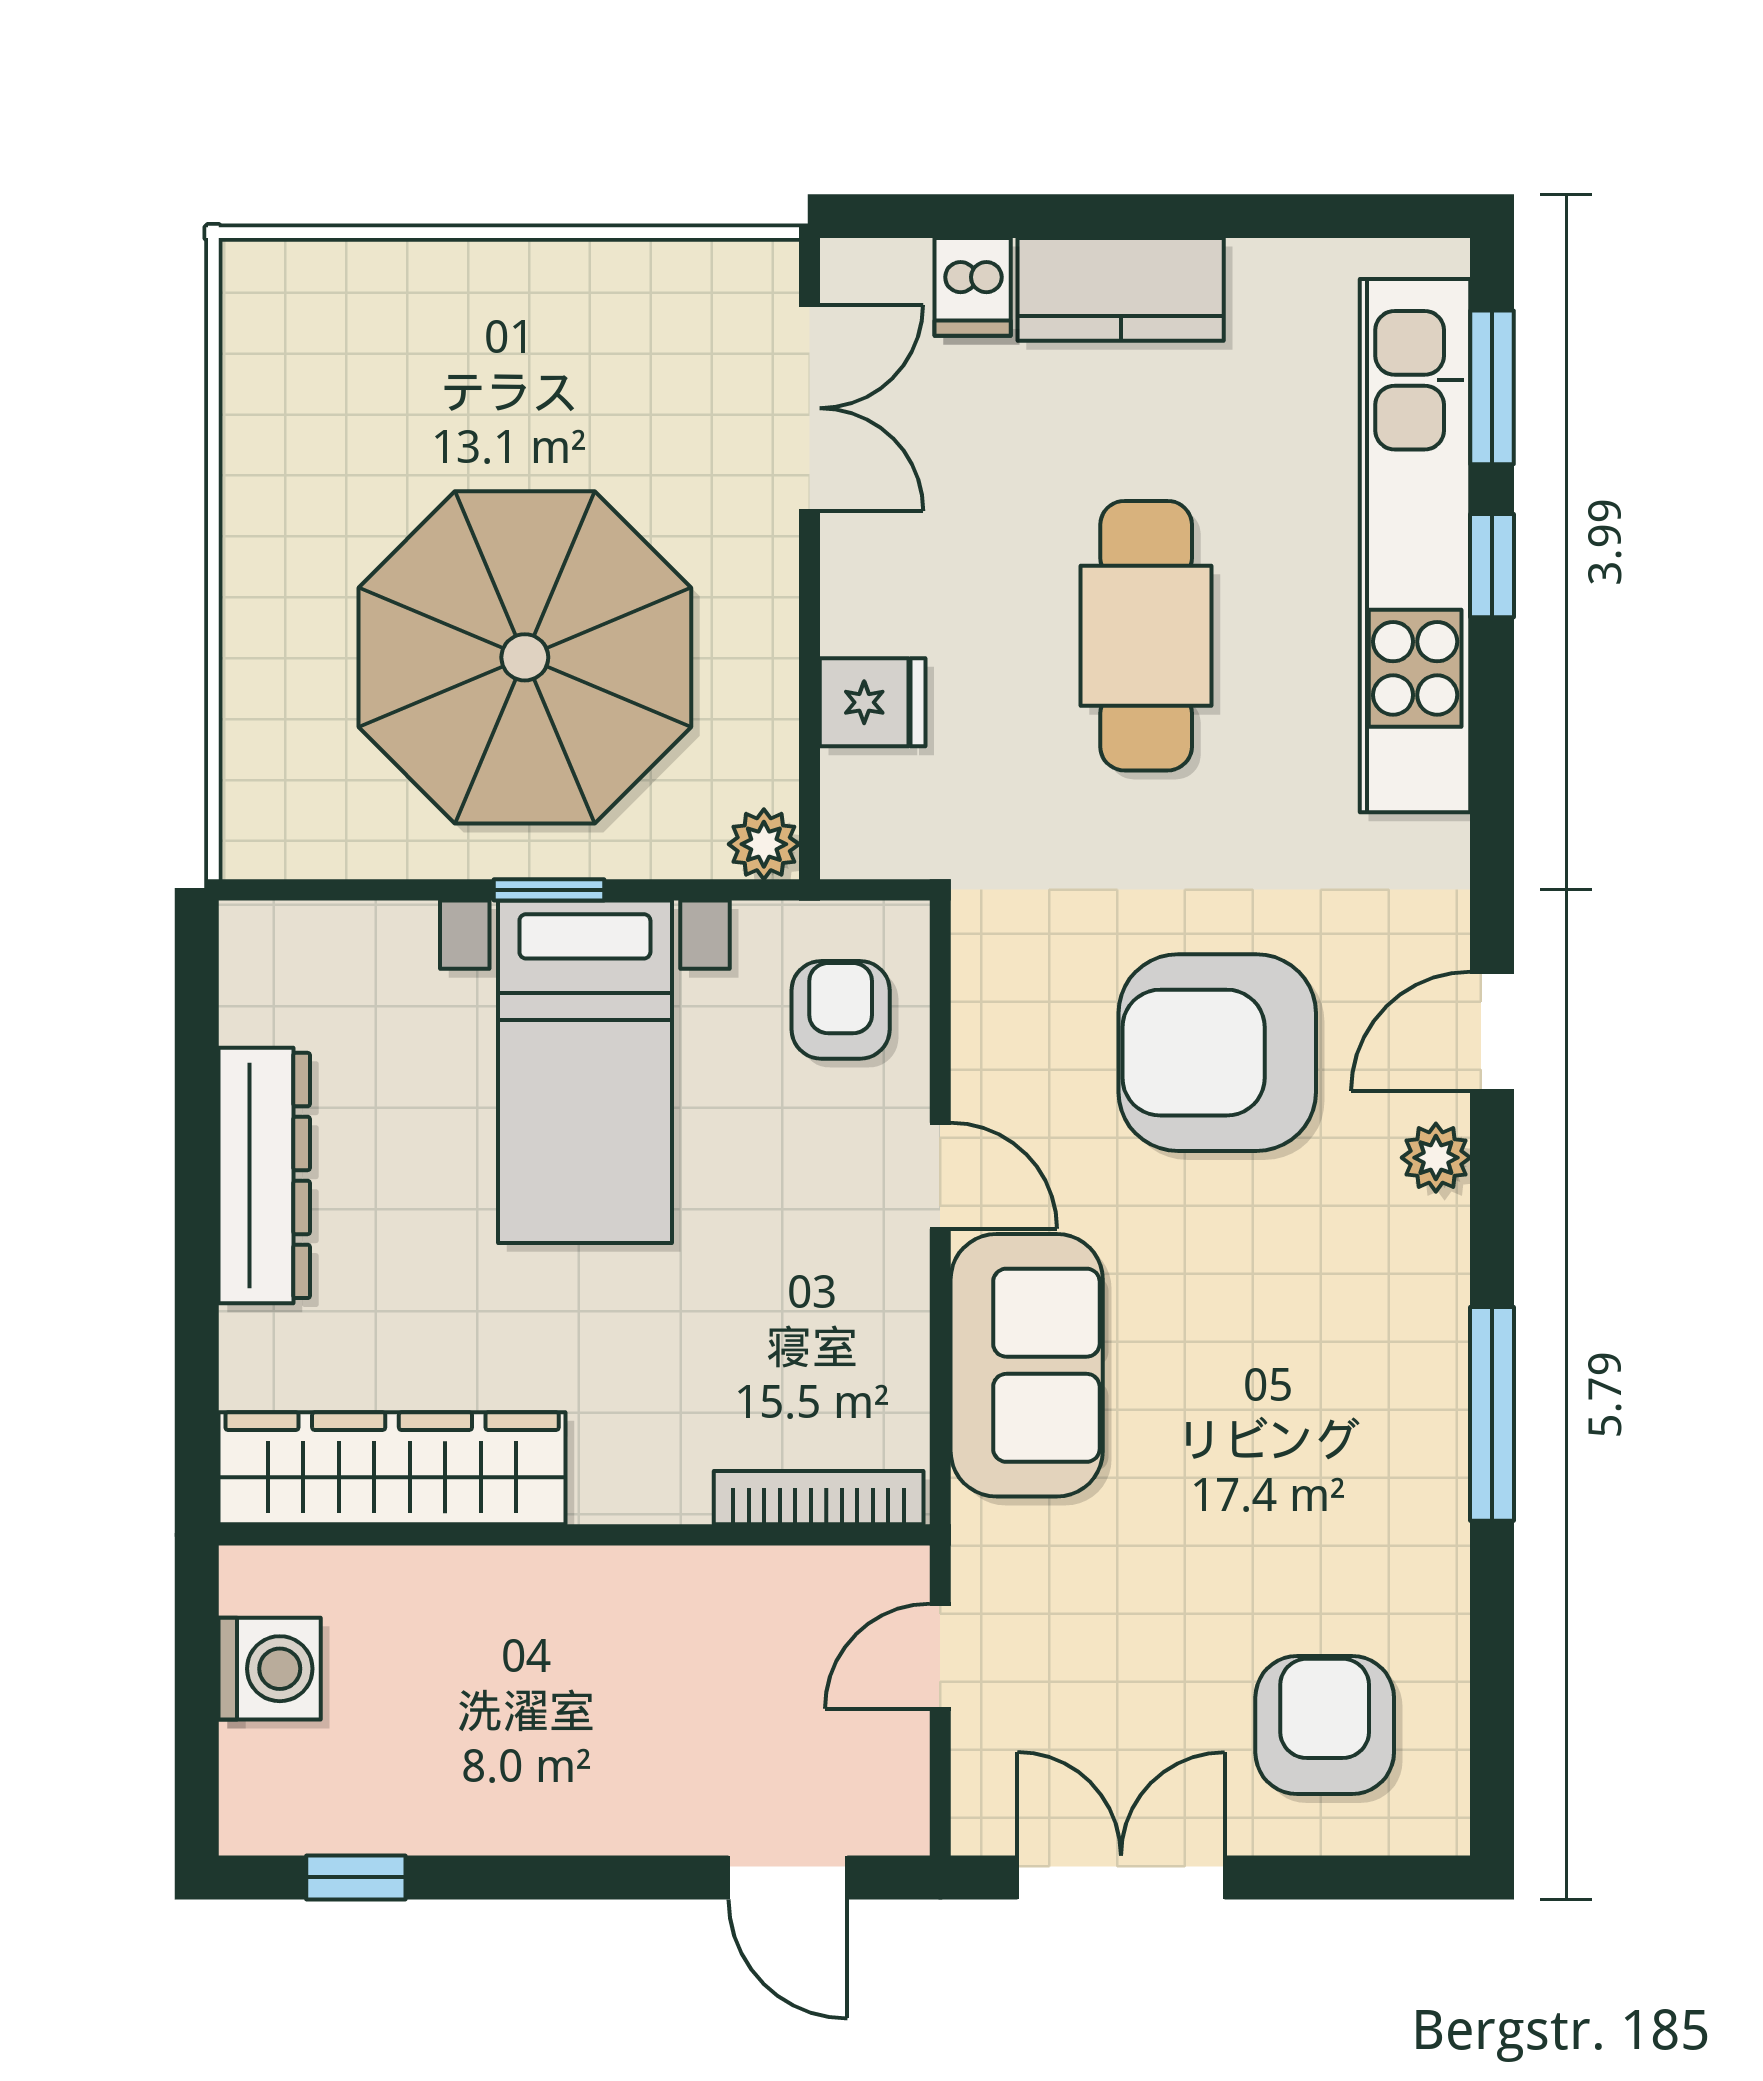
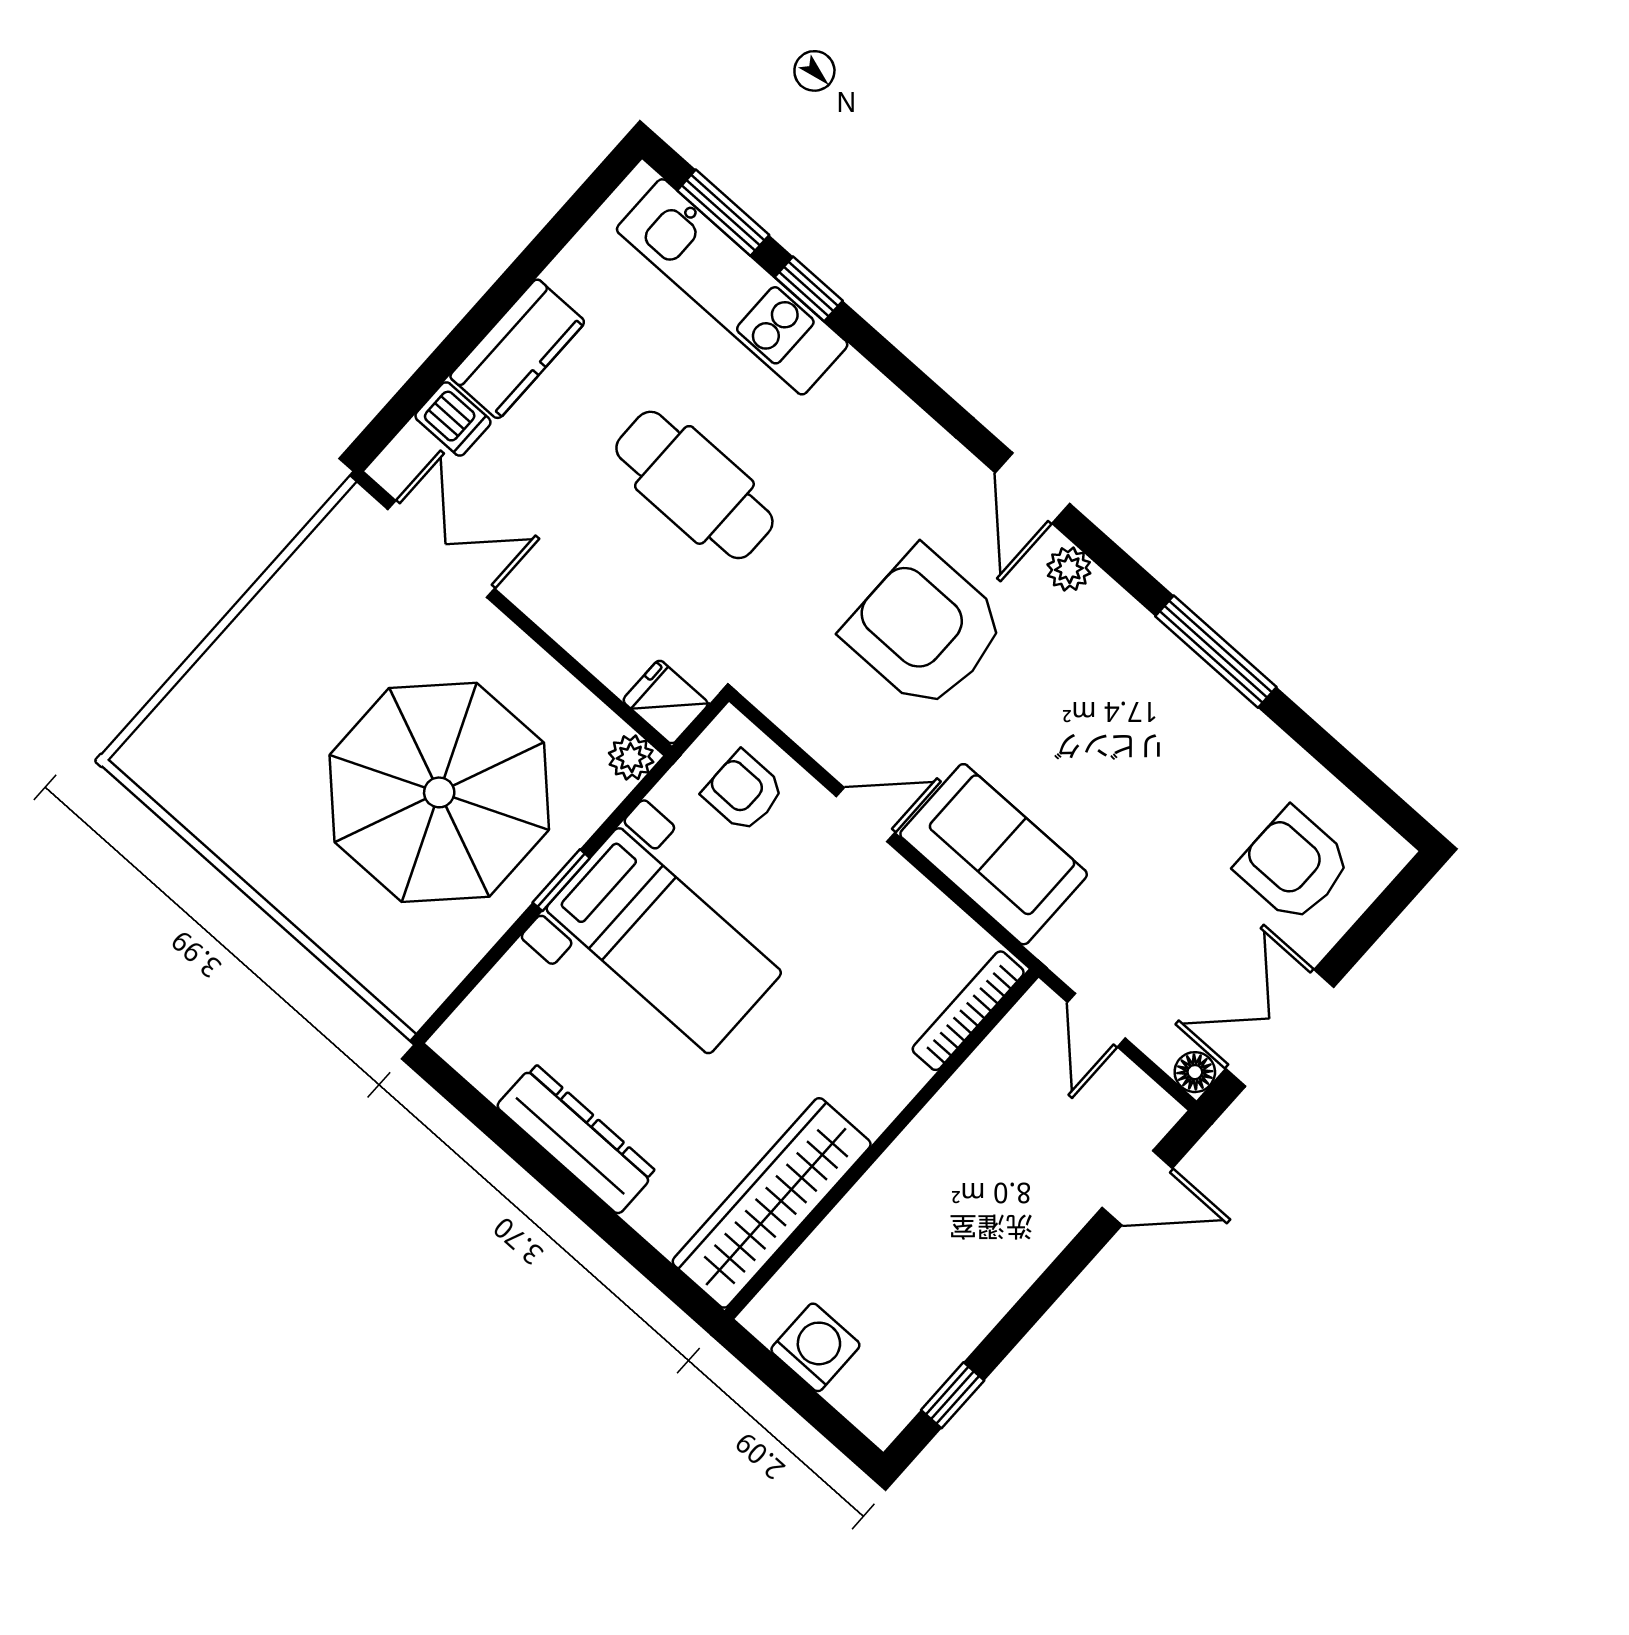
kitchen unit: (1415, 546) -> (732, 287), width x0.73
fridge: (873, 702) -> (666, 702), moved, turned -90
armchair: (1217, 1053) -> (925, 629), turned 90
floor lamp: (982, 1825) -> (1195, 1072), added

